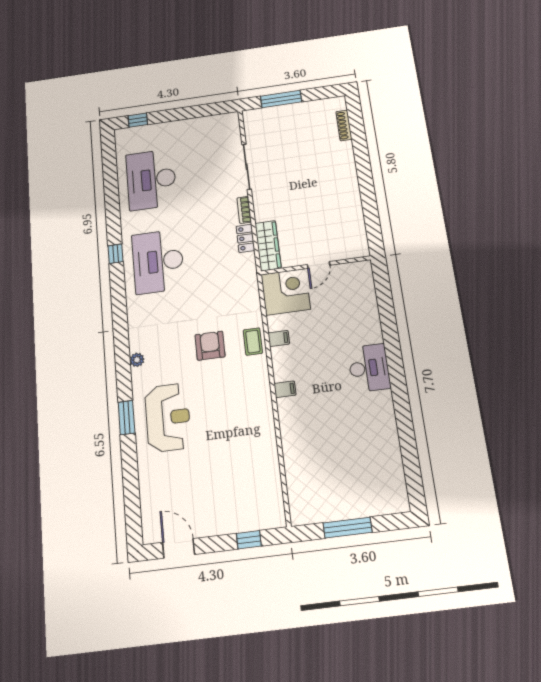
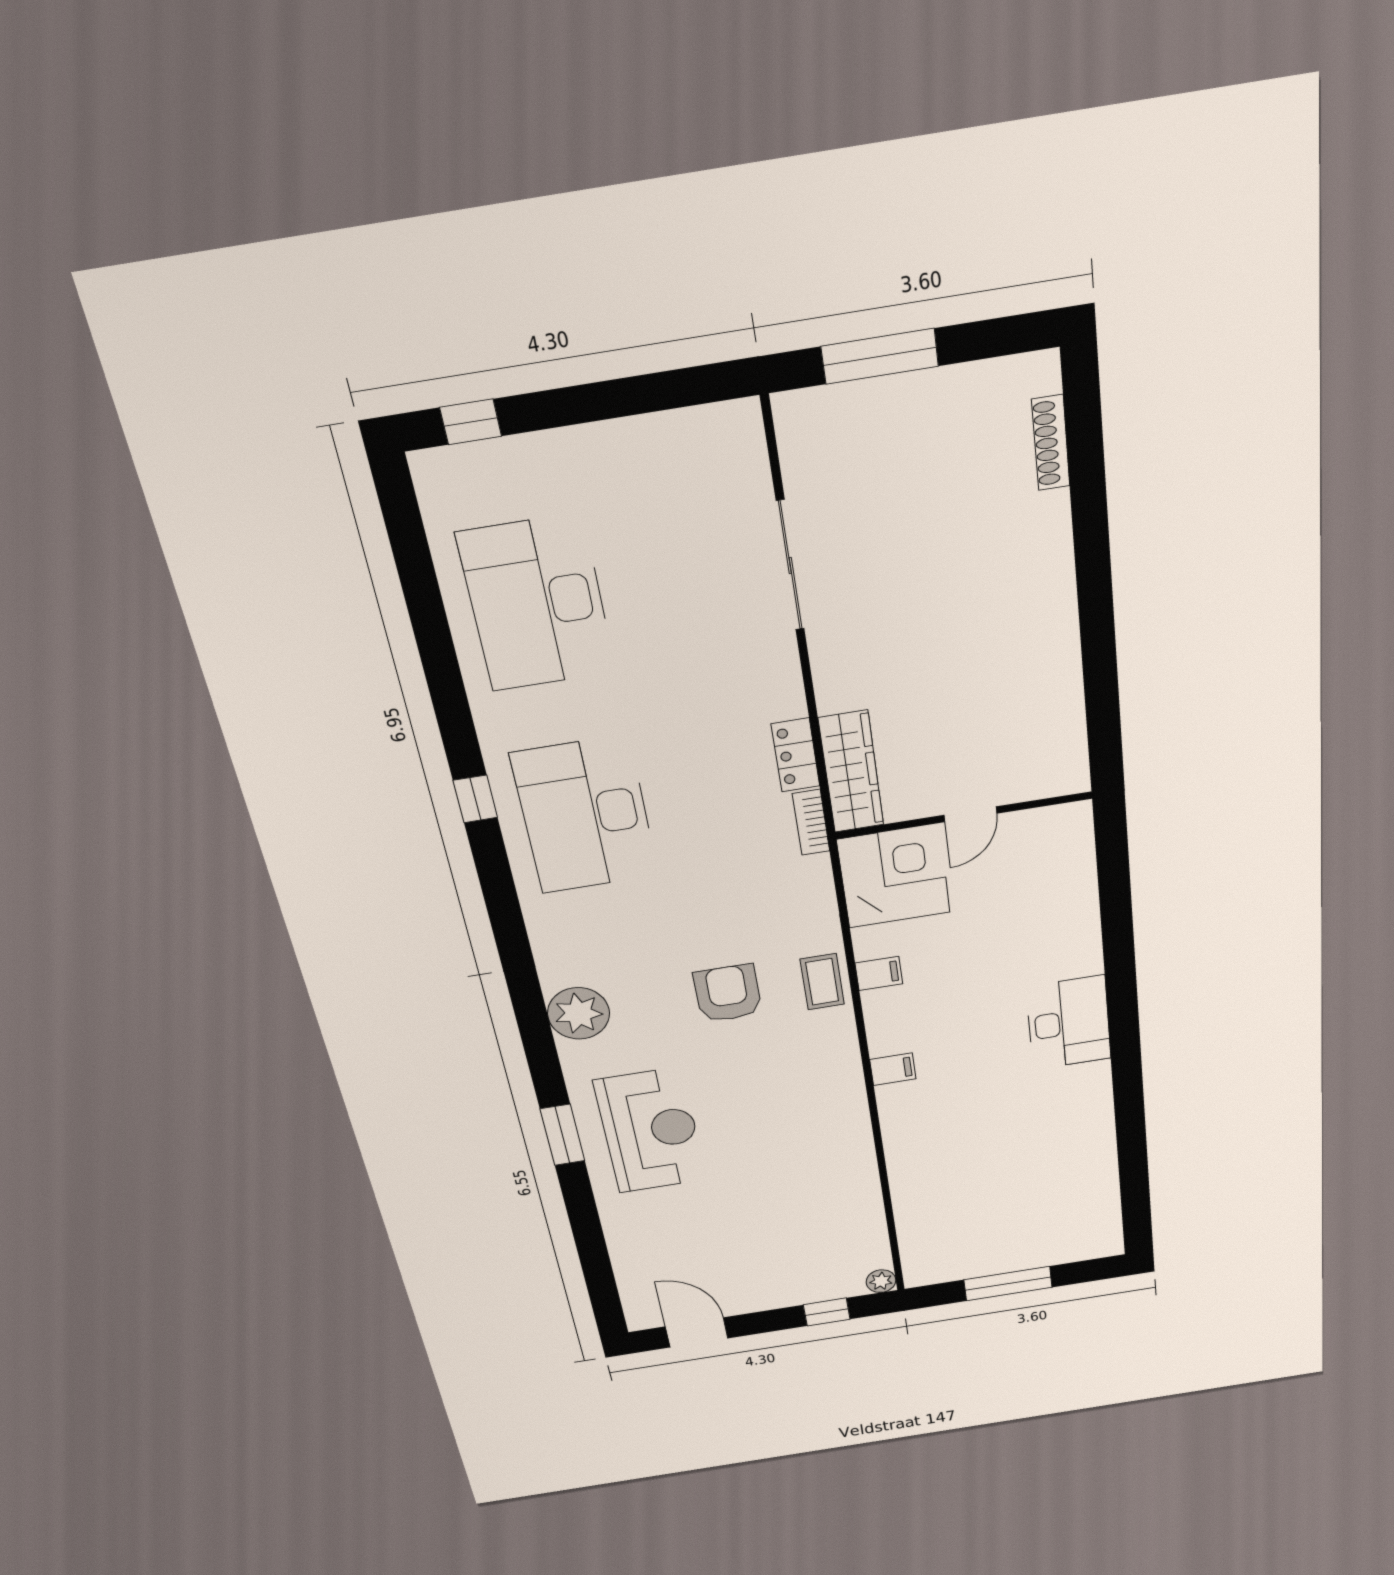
bookcase: (244, 210) -> (811, 822), moved
plant: (137, 360) -> (579, 1013), width x1.88, depth x1.88
plant: (278, 520) -> (881, 1281), added

